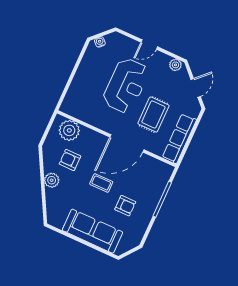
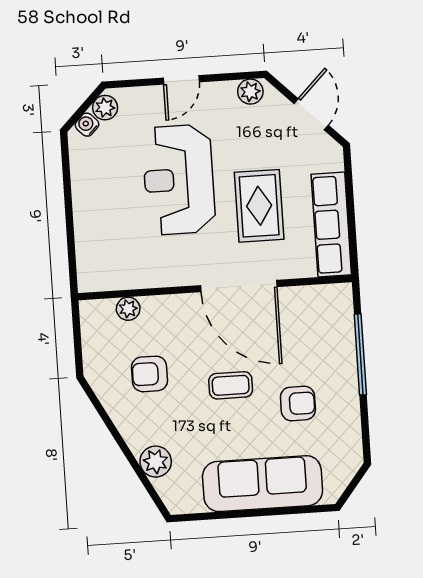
plant: (111, 39) -> (105, 108), added
reception desk: (126, 86) -> (179, 180), turned 180
plant: (69, 130) -> (128, 309), width x0.53, depth x0.53
door: (127, 143) -> (239, 286), hinge flipped
plant: (52, 180) -> (156, 462), moved

